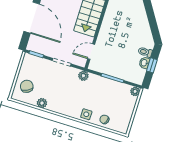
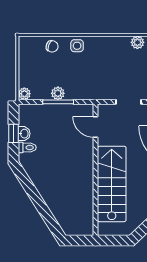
door: (91, 52) -> (96, 127), swing flipped
plant: (83, 76) -> (58, 93), moved

